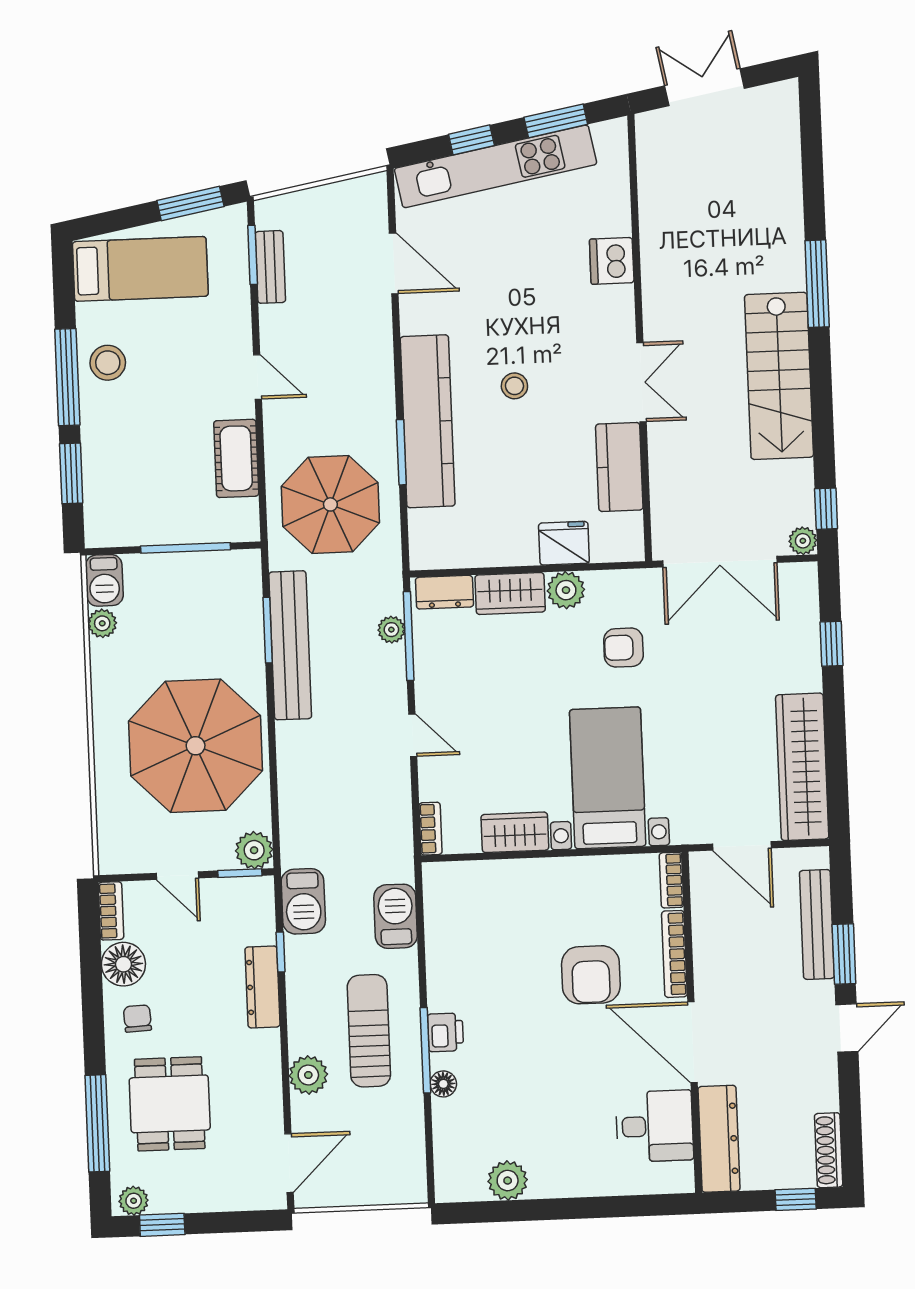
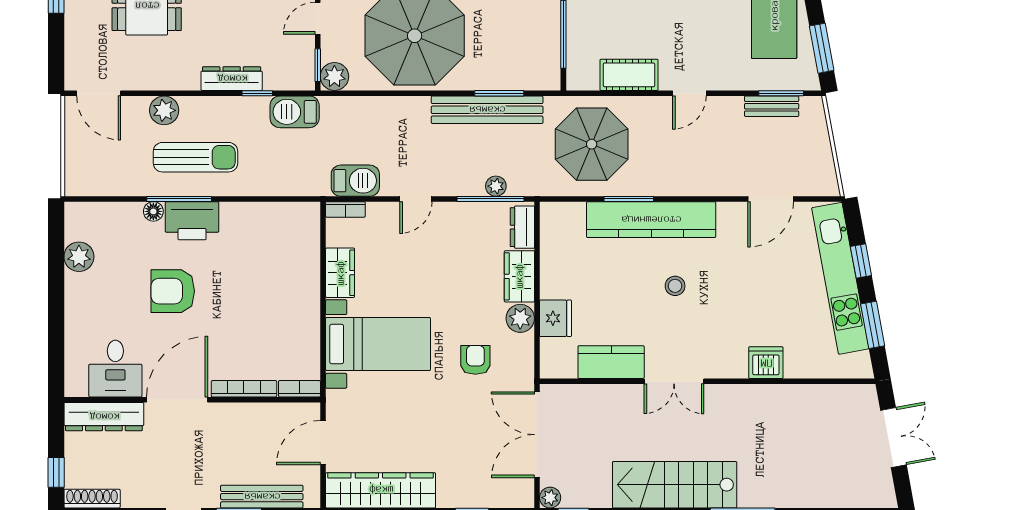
barbecue: (396, 916) -> (355, 181), moved
armchair: (591, 975) -> (173, 291), moved
printer: (445, 1032) -> (192, 221), width x1.87, depth x1.48

